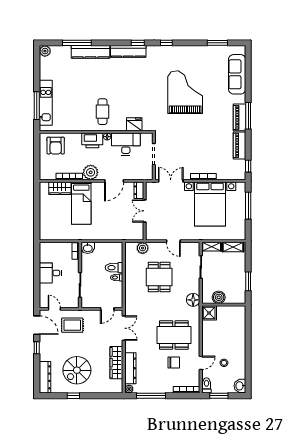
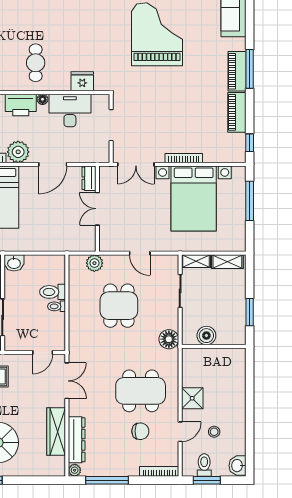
double door: (171, 181) -> (136, 164), swing flipped
shower: (209, 313) -> (192, 398), moved
toilet: (207, 385) -> (204, 465), moved

